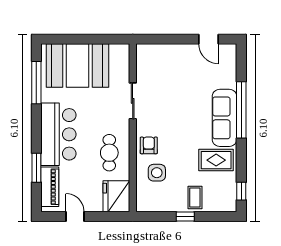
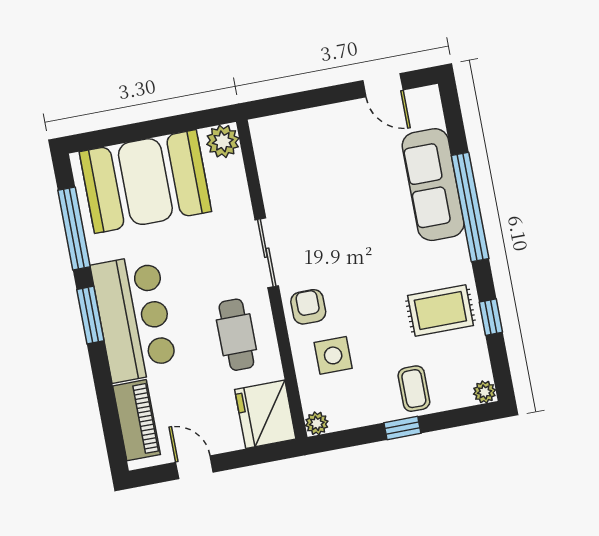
plant: (121, 52) -> (223, 141), added
sliding door: (133, 101) -> (267, 253), moved
sofa: (225, 118) -> (433, 185), moved
window: (36, 168) -> (90, 315), moved
window: (241, 191) -> (491, 317), moved
plant: (142, 206) -> (317, 423), added
plant: (231, 206) -> (485, 392), added

